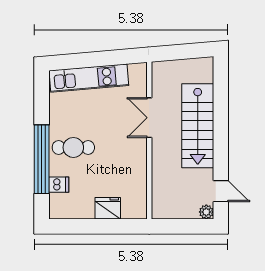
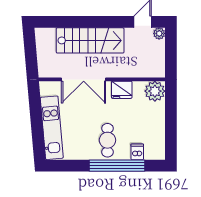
double door: (149, 118) -> (84, 79), width x1.37
plant: (134, 207) -> (155, 91), added
fridge: (108, 208) -> (122, 90), moved, turned -90

